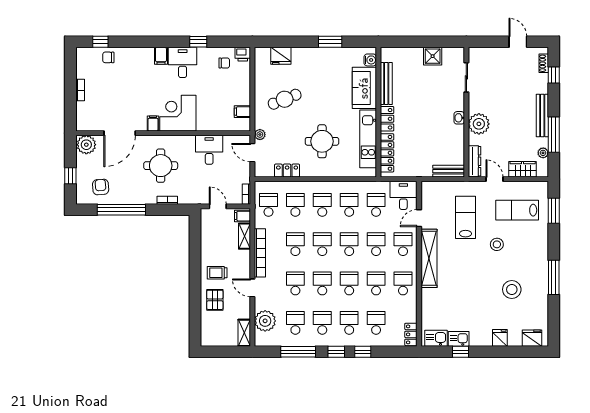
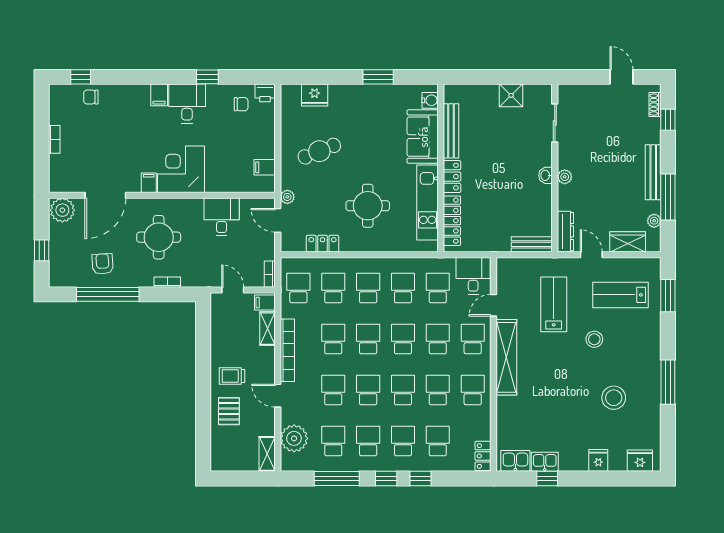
plant: (479, 124) -> (565, 177), width x0.53, depth x0.53
armchair: (101, 187) -> (103, 264), moved

